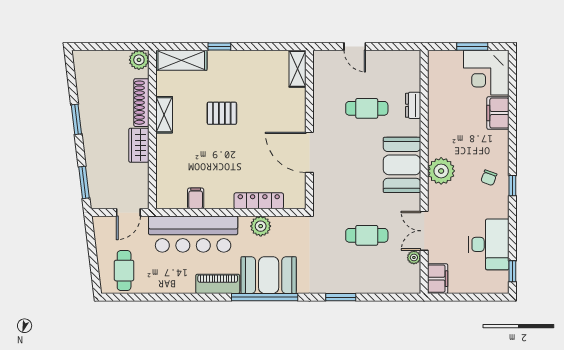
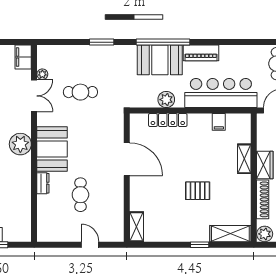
dresser: (413, 105) -> (43, 183), moved
cafe table: (367, 108) -> (80, 195), turned 90
shelving: (164, 115) -> (244, 159), moved

